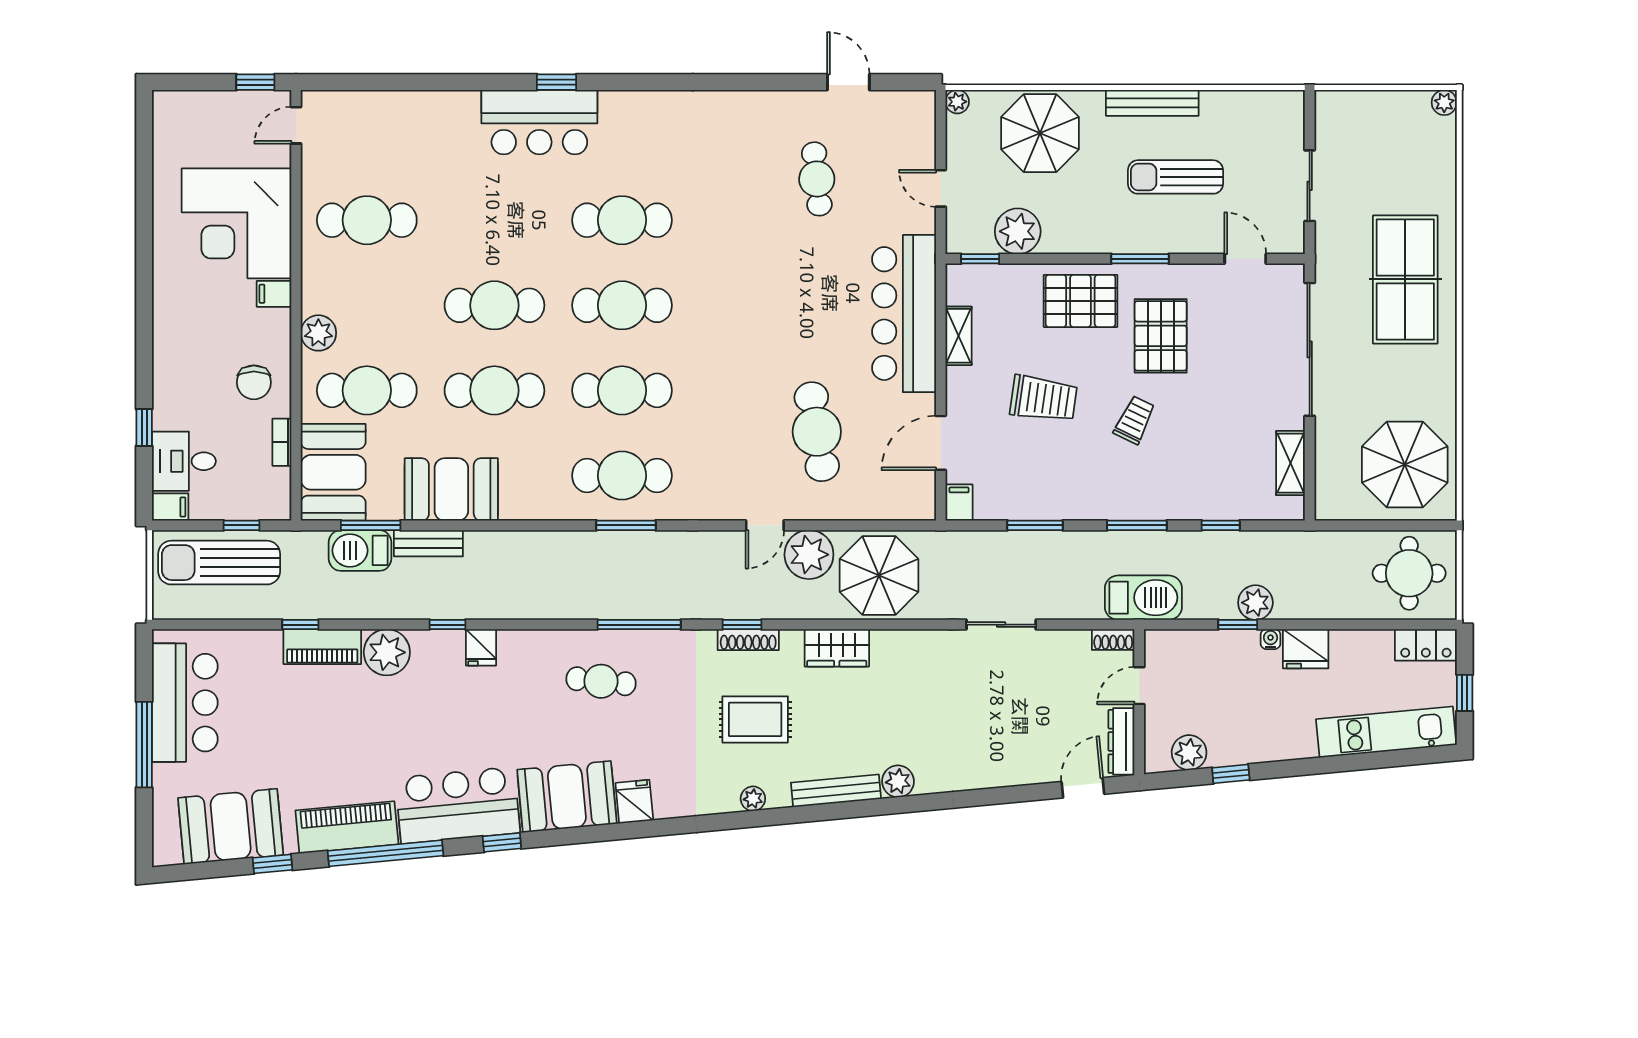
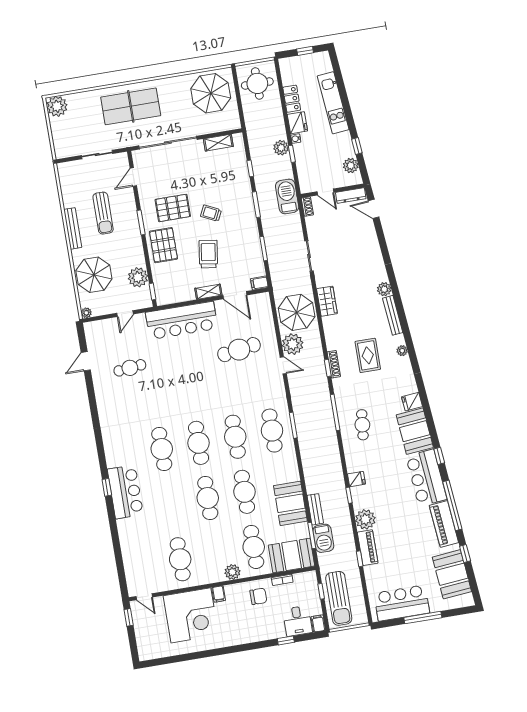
plant: (1444, 103) -> (57, 106), width x1.88, depth x1.88
shelving: (959, 336) -> (208, 292), moved
locker: (1426, 645) -> (292, 99), moved
wardrobe: (837, 648) -> (327, 301), moved
kitchen unit: (1386, 732) -> (333, 103), moved

